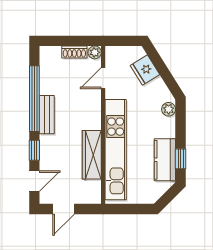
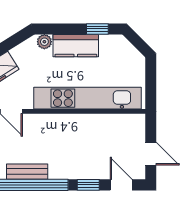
bench: (47, 115) -> (27, 172), moved
wardrobe: (92, 155) -> (93, 124), removed
kitchen counter: (165, 160) -> (76, 46), moved

